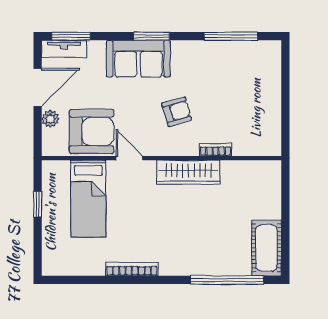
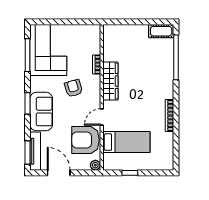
tv unit: (64, 49) -> (35, 151), width x1.41
corner sofa: (239, 70) -> (48, 50), added
plant: (50, 119) -> (95, 165), moved
armchair: (92, 131) -> (86, 140), turned -90
cot: (267, 248) -> (161, 31), width x0.73, depth x0.75

